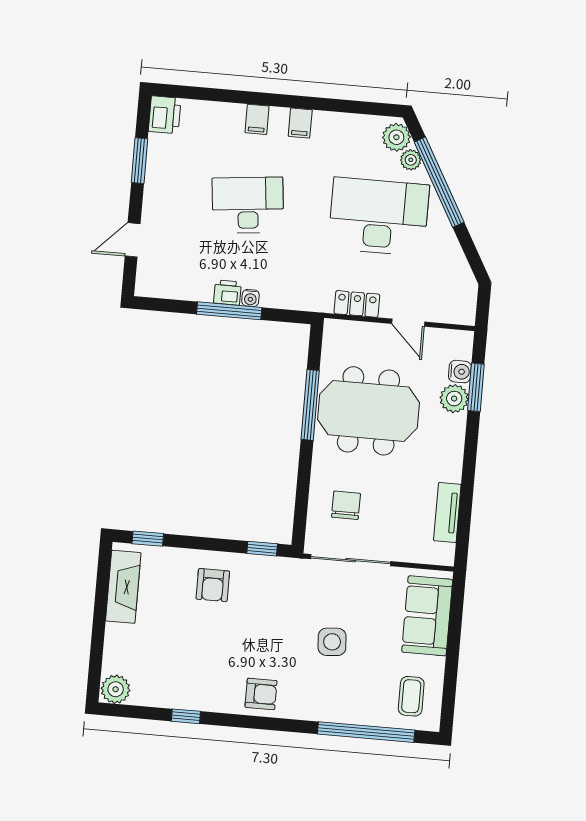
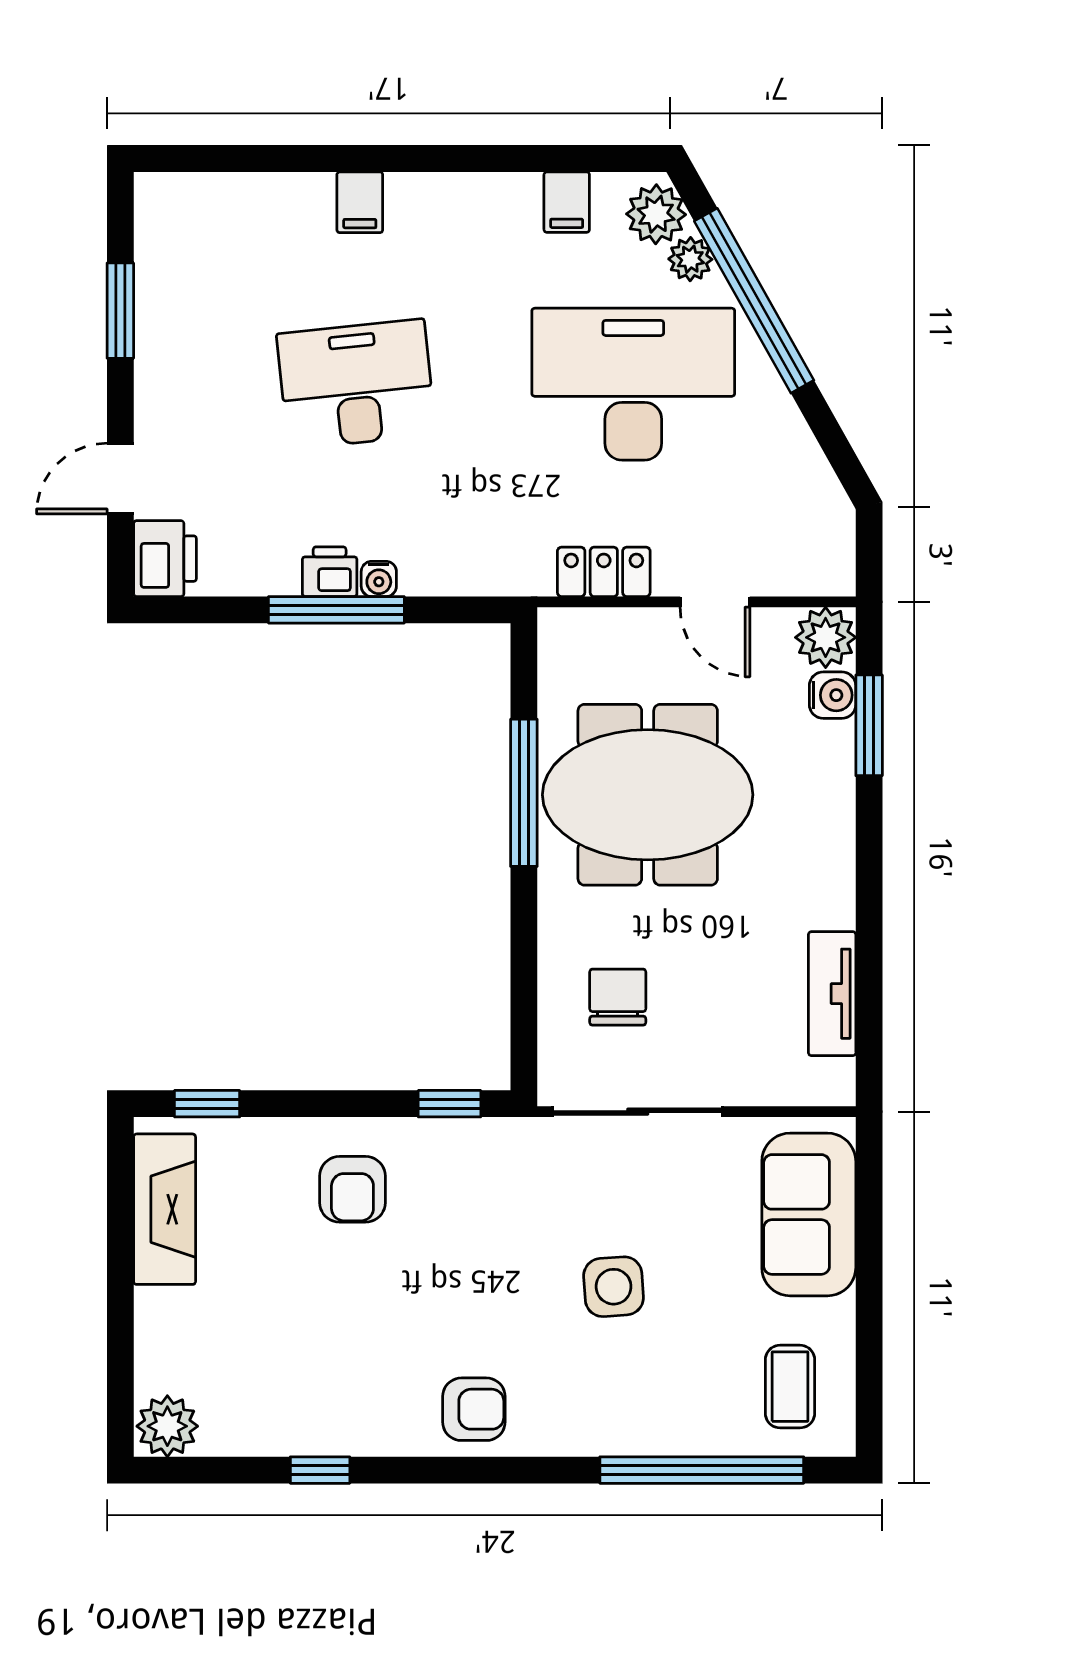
printer: (165, 115) -> (165, 559), moved
filing cabinet: (300, 123) -> (567, 202), moved
plant: (454, 399) -> (826, 637), moved

